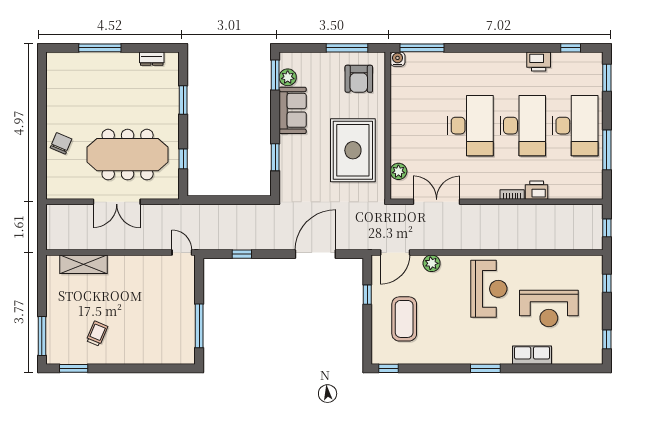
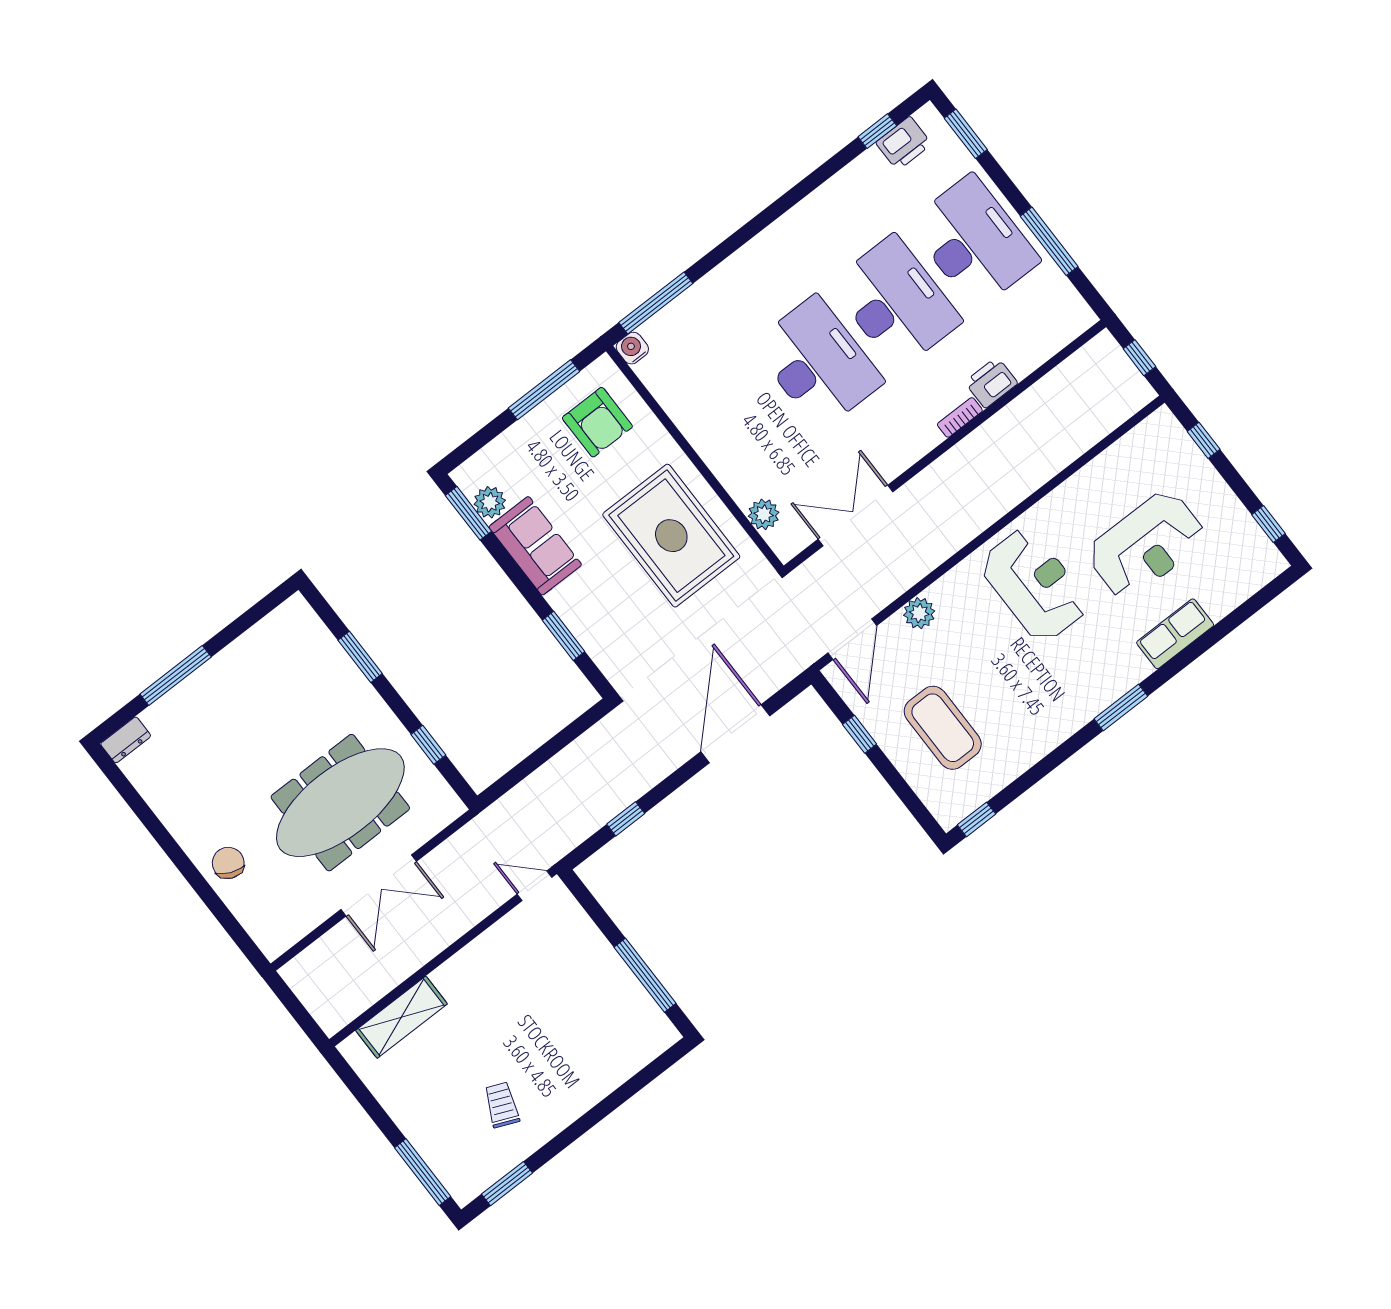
dresser: (152, 59) -> (126, 740), moved
printer: (539, 61) -> (904, 143), moved

